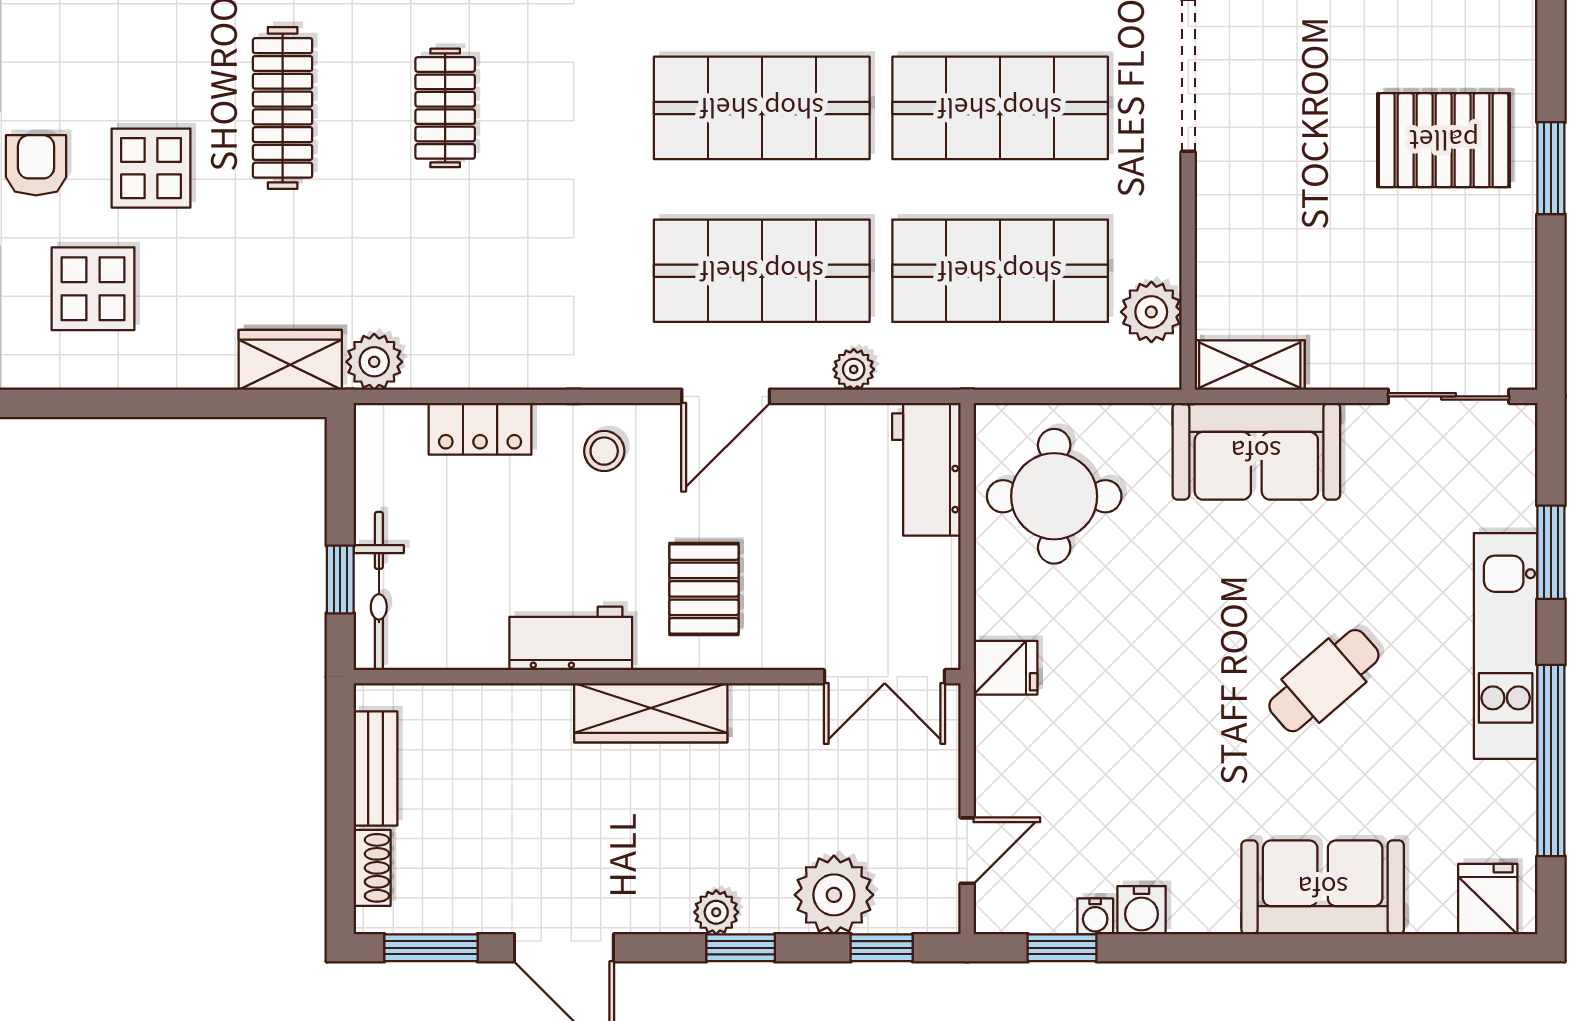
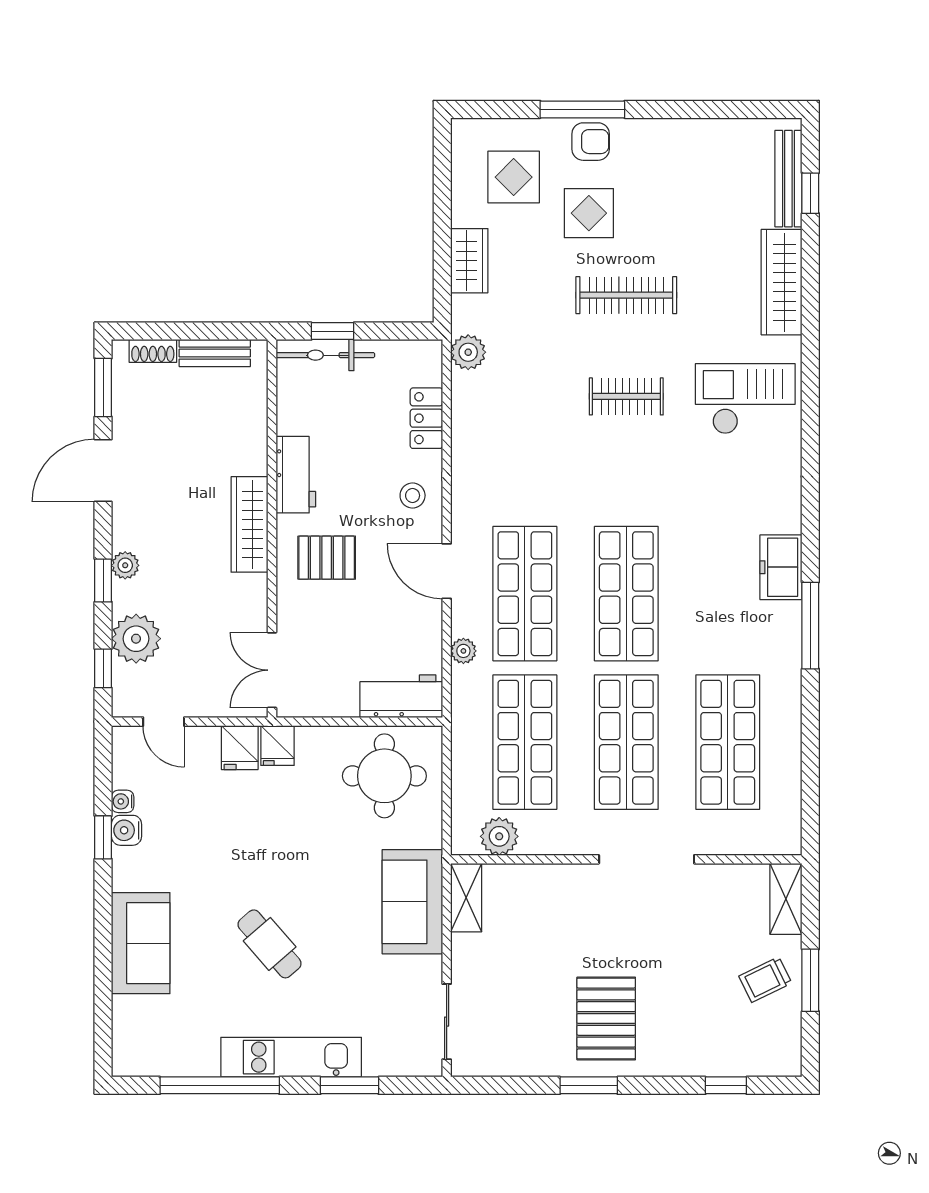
wardrobe: (290, 360) -> (469, 261), moved
fridge: (1488, 899) -> (240, 748), moved, turned 90
window: (1062, 948) -> (103, 837), moved

